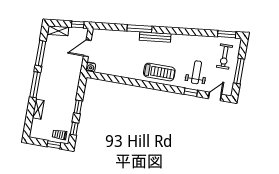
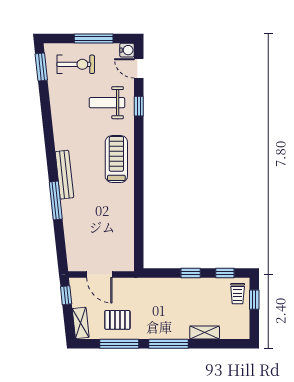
pallet: (56, 55) -> (117, 320), added
water cooler: (91, 67) -> (127, 50), moved

